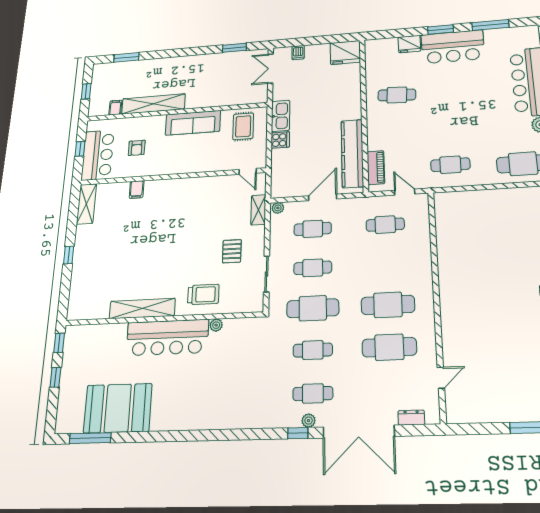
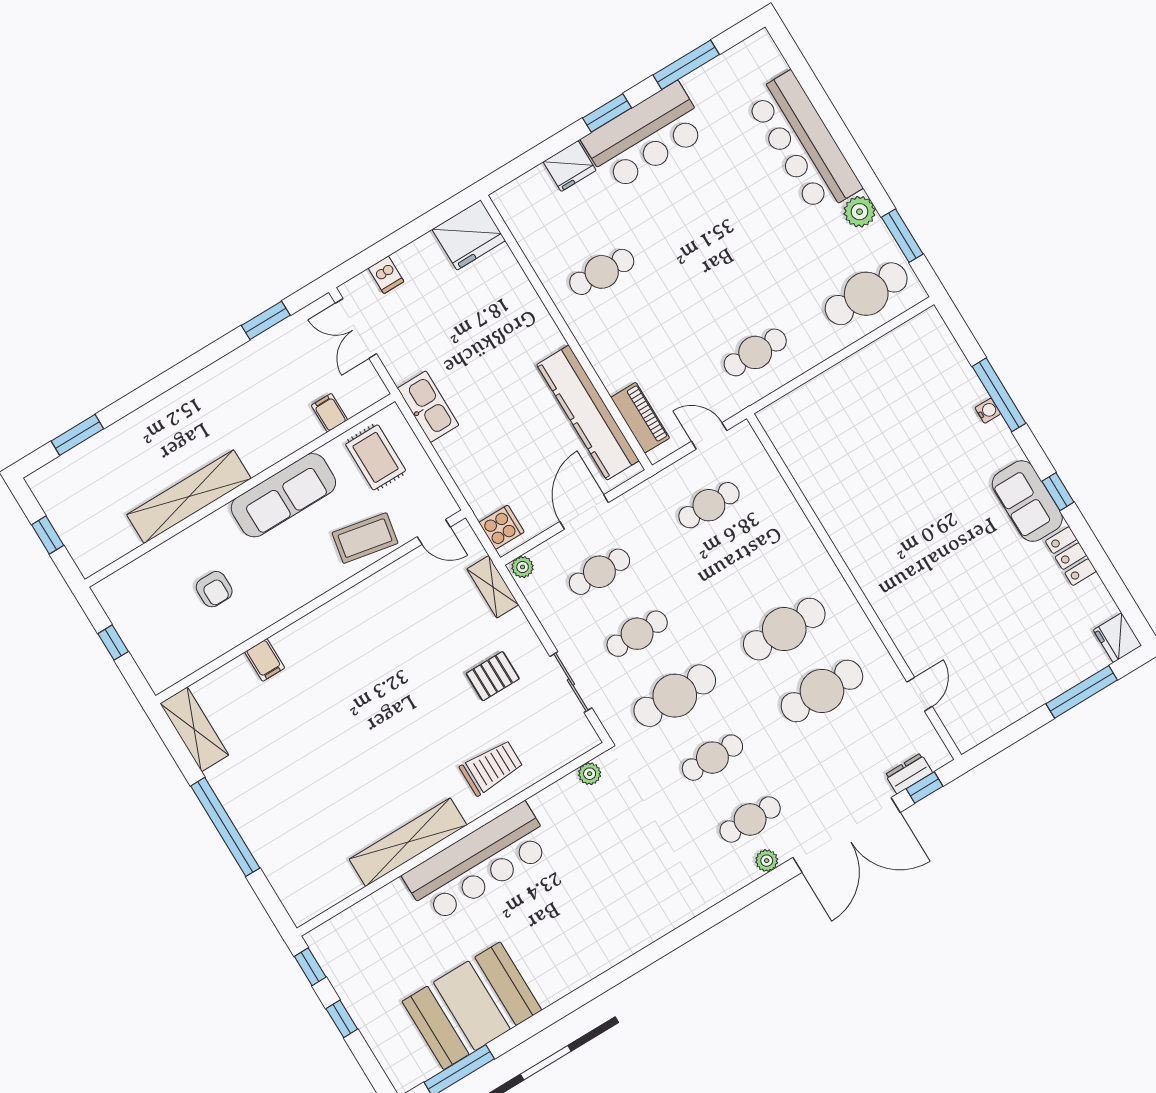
filing cabinet: (115, 108) -> (329, 413), moved
cooker: (280, 140) -> (502, 527), moved
bar counter: (98, 155) -> (153, 637), removed
coffee table: (215, 159) -> (365, 538), added
pallet: (232, 251) -> (493, 676), turned 90
window: (69, 255) -> (225, 827), width x3.17
plant: (216, 325) -> (590, 774), moved
window: (298, 433) -> (925, 788), moved

